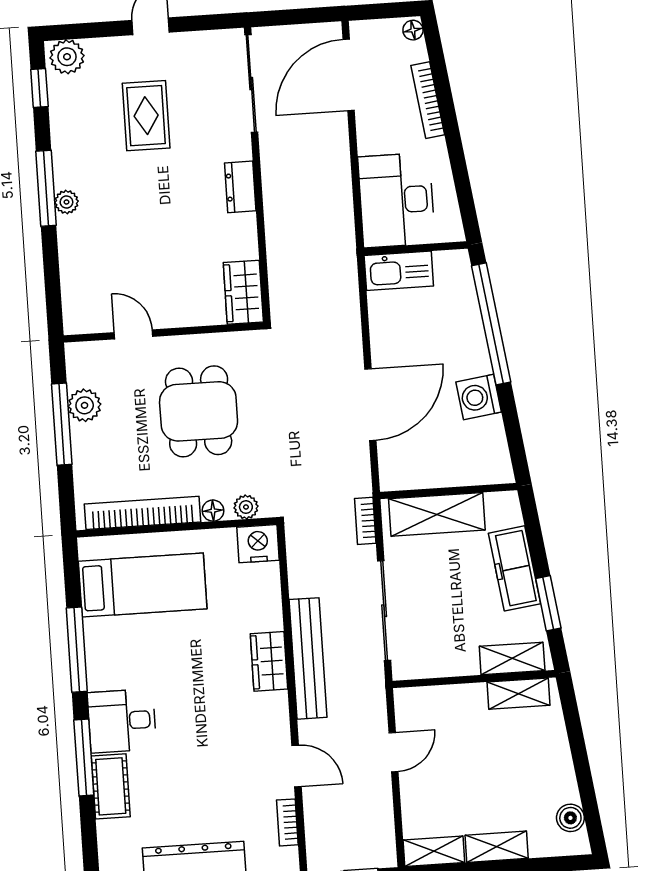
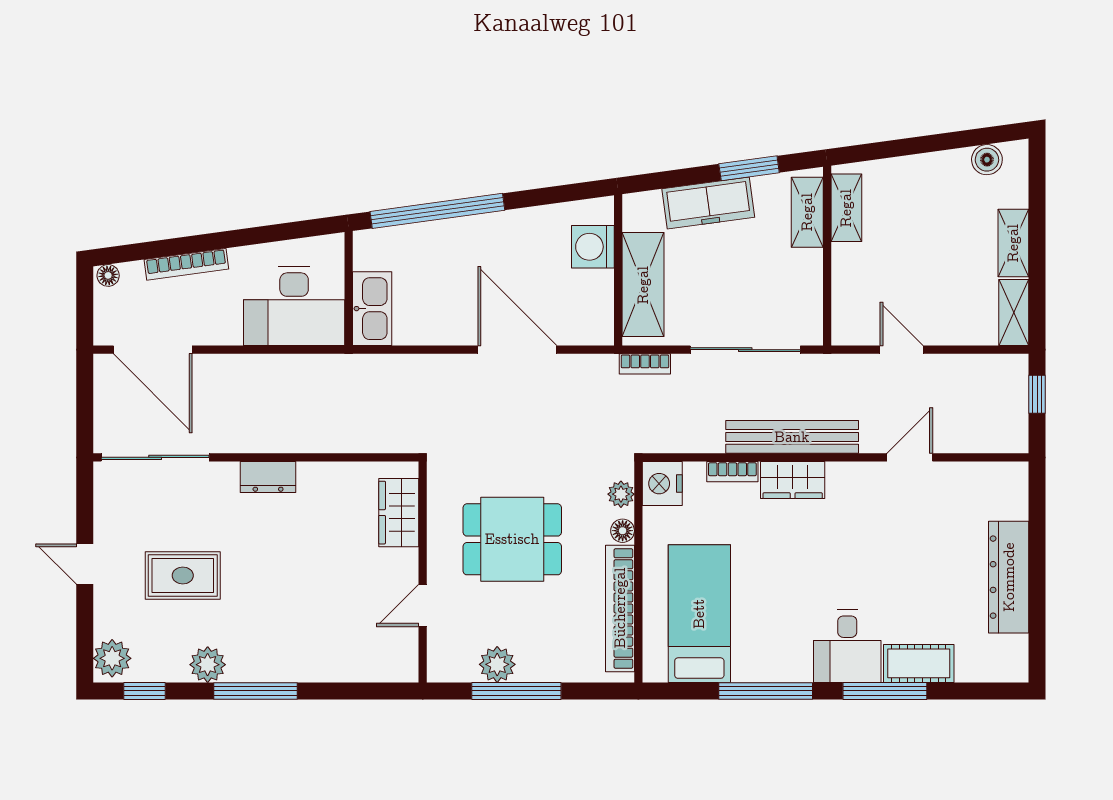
plant: (66, 202) -> (208, 665), moved, width x1.38, depth x1.38
wardrobe: (243, 292) -> (399, 513), moved, turned 90
washing machine: (479, 397) -> (593, 247), moved, turned 98
bookcase: (287, 822) -> (732, 472), moved

